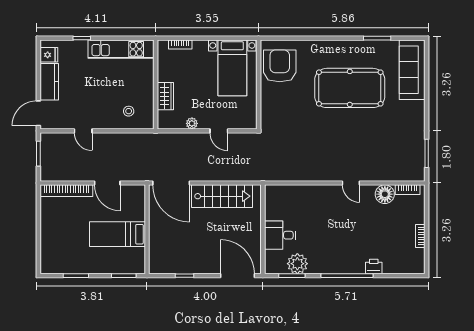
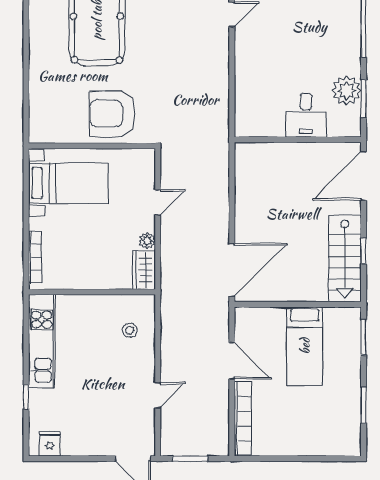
bookcase: (180, 45) -> (35, 257), width x1.56
armchair: (280, 66) -> (113, 114), moved
kitchen counter: (49, 82) -> (88, 443), removed
wardrobe: (165, 96) -> (144, 270), moved, turned -90
door: (107, 183) -> (232, 361), hinge flipped
stairs: (222, 196) -> (345, 259), moved, turned 180

